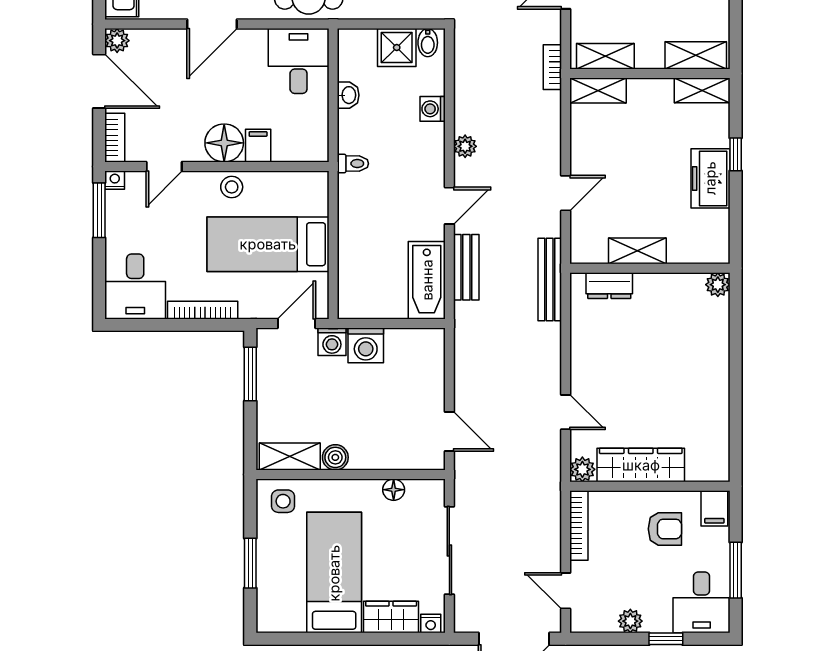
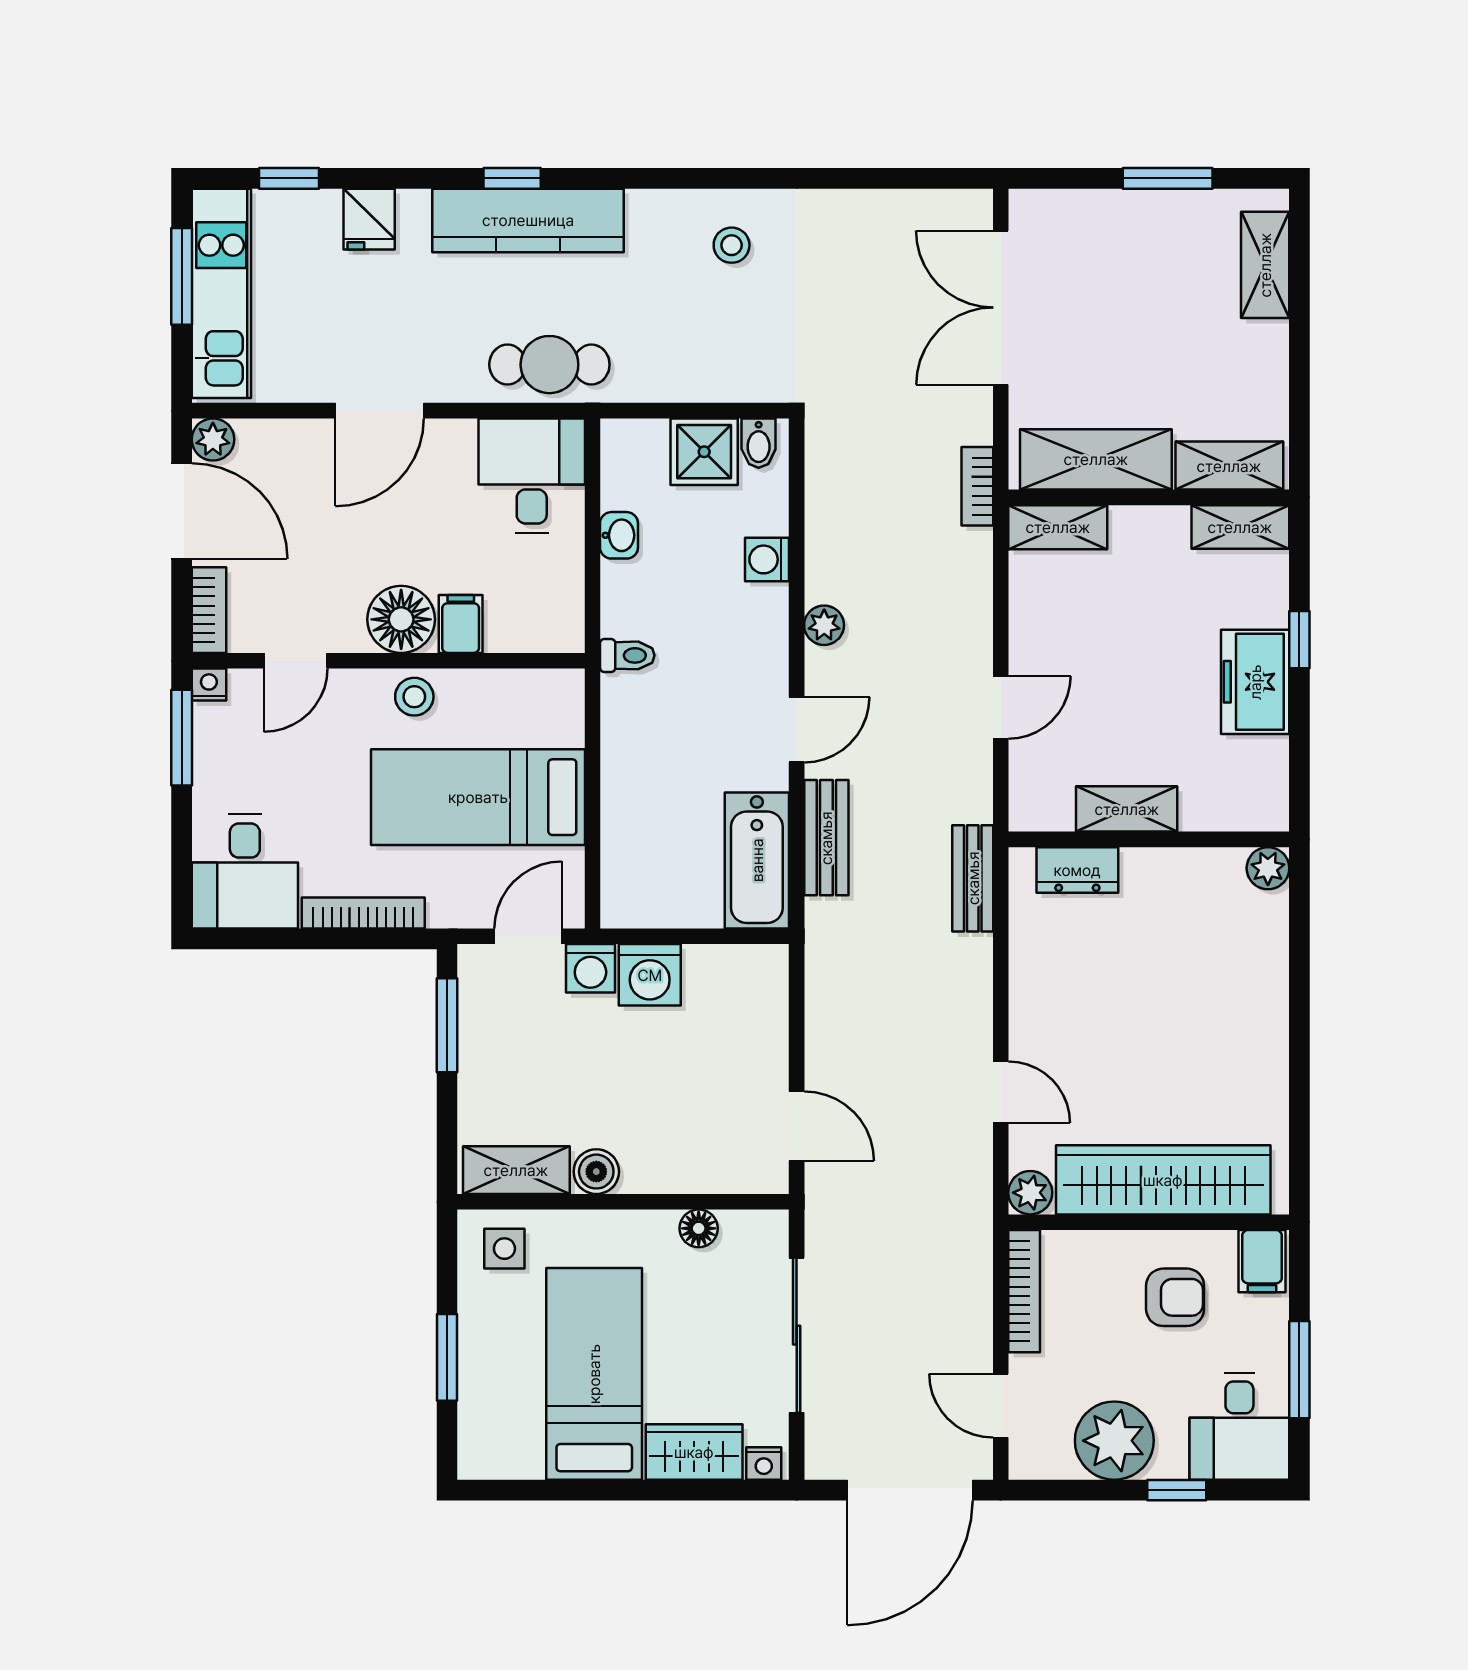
shelving: (605, 56) -> (1096, 459), width x1.50, depth x1.33
bench: (550, 279) -> (973, 878), width x0.73
wardrobe: (641, 465) -> (1163, 1180), width x1.40, depth x1.17
plant: (630, 621) -> (1114, 1441), width x1.88, depth x1.88

